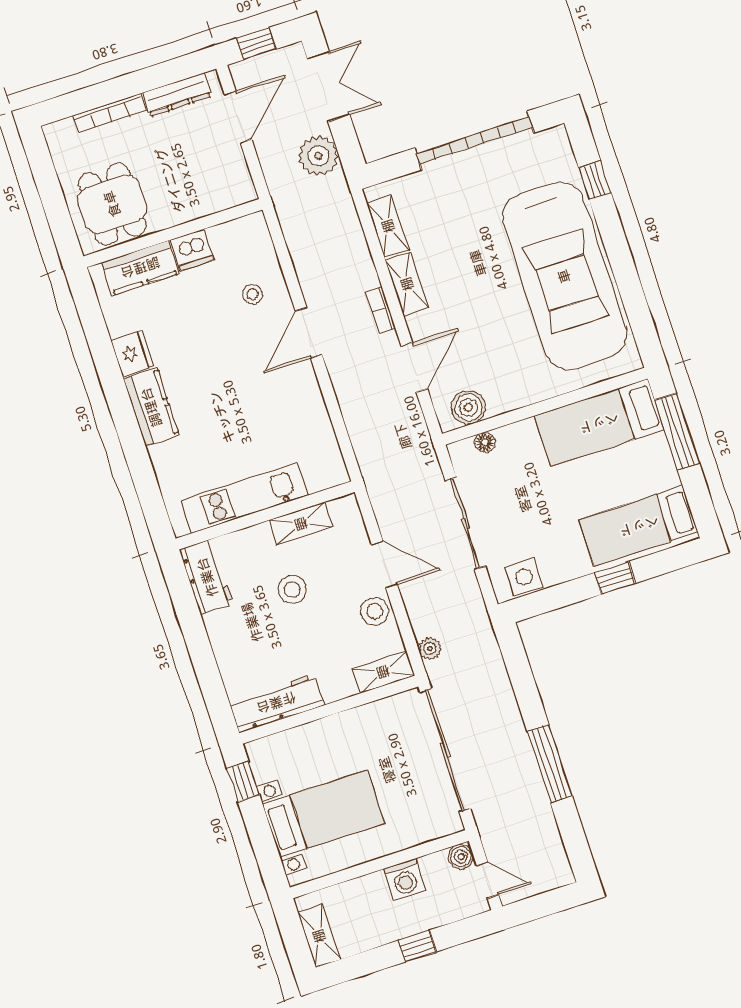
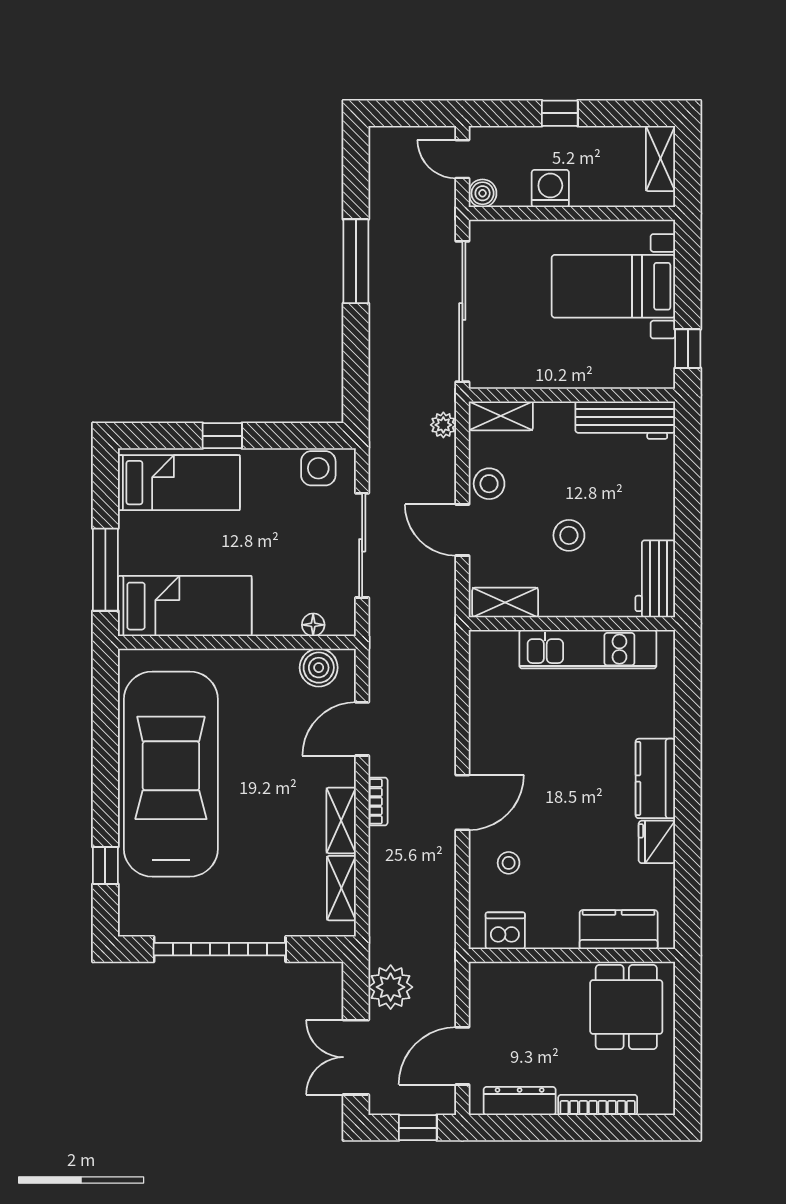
dishwasher: (192, 250) -> (505, 931), moved
shelving: (301, 524) -> (505, 602), moved

